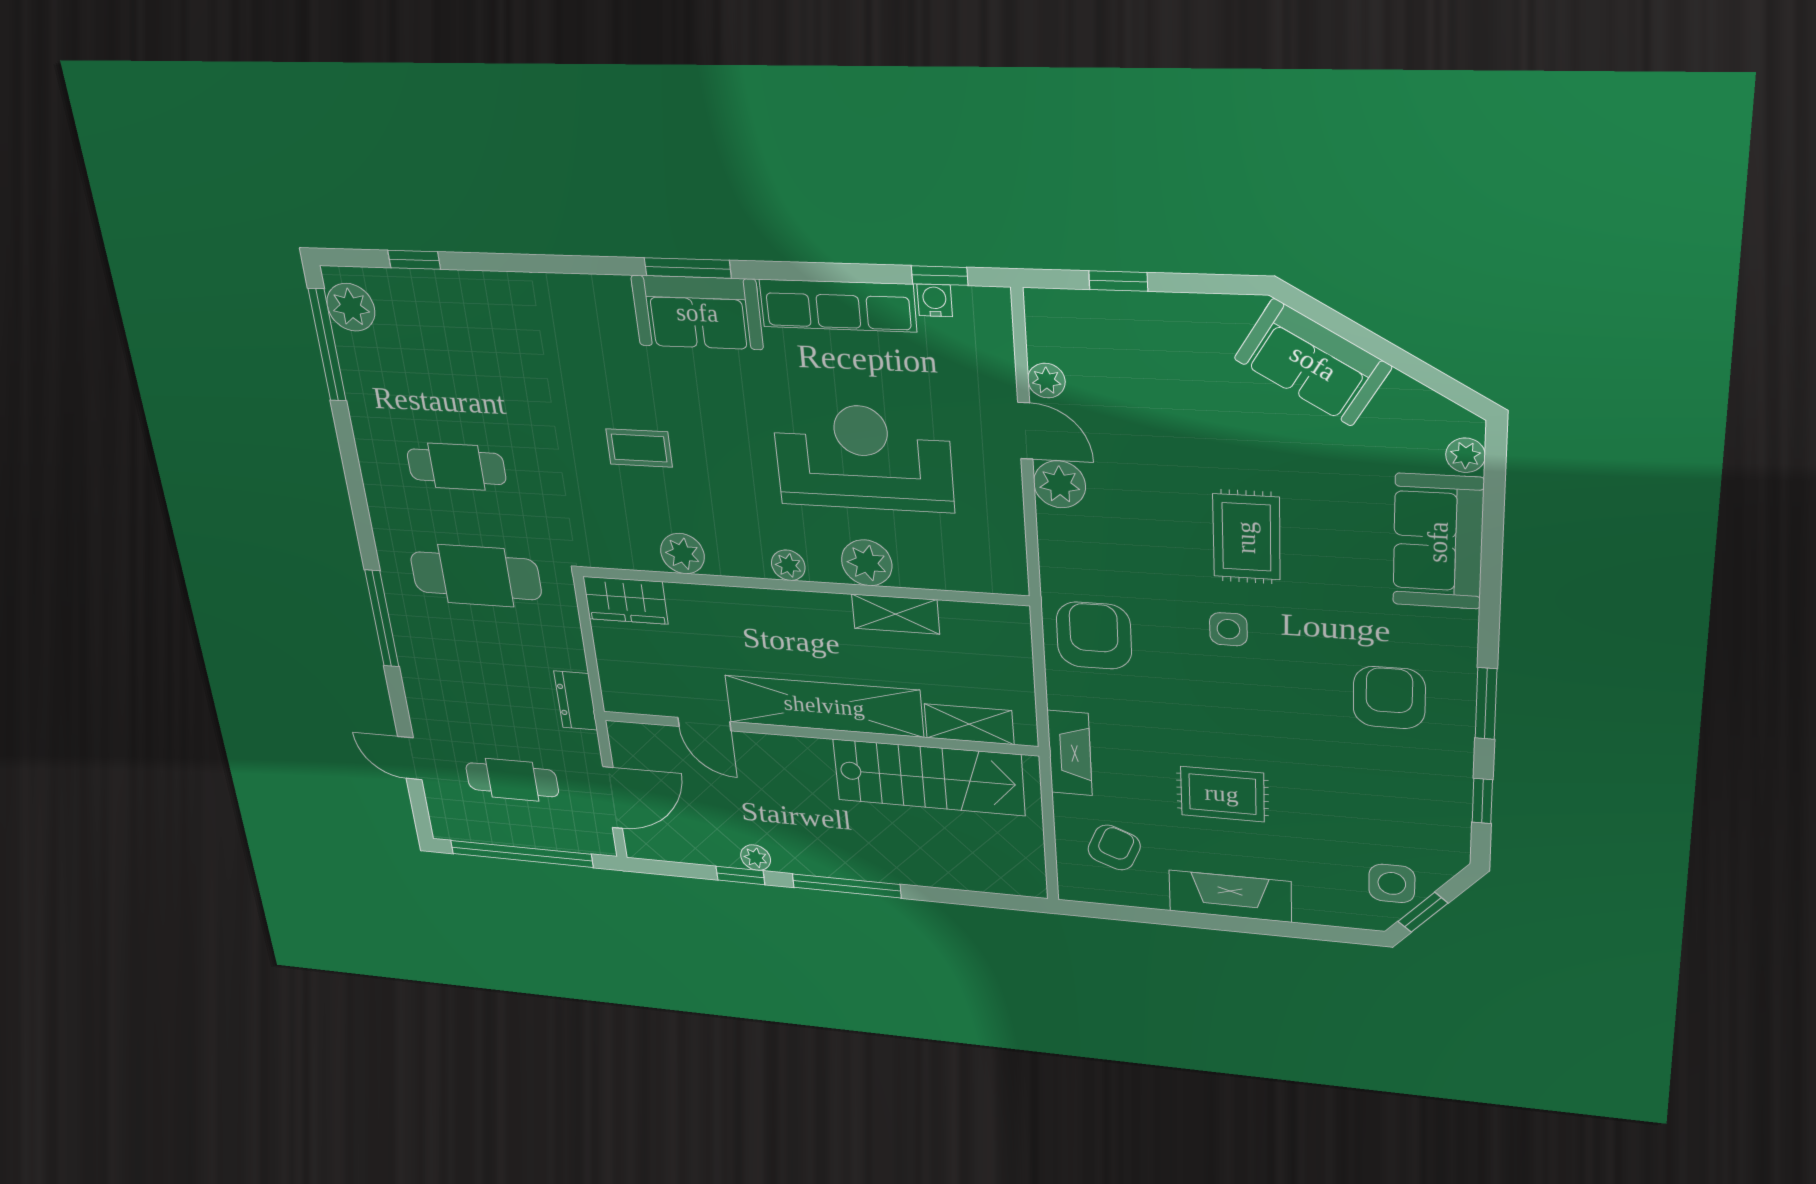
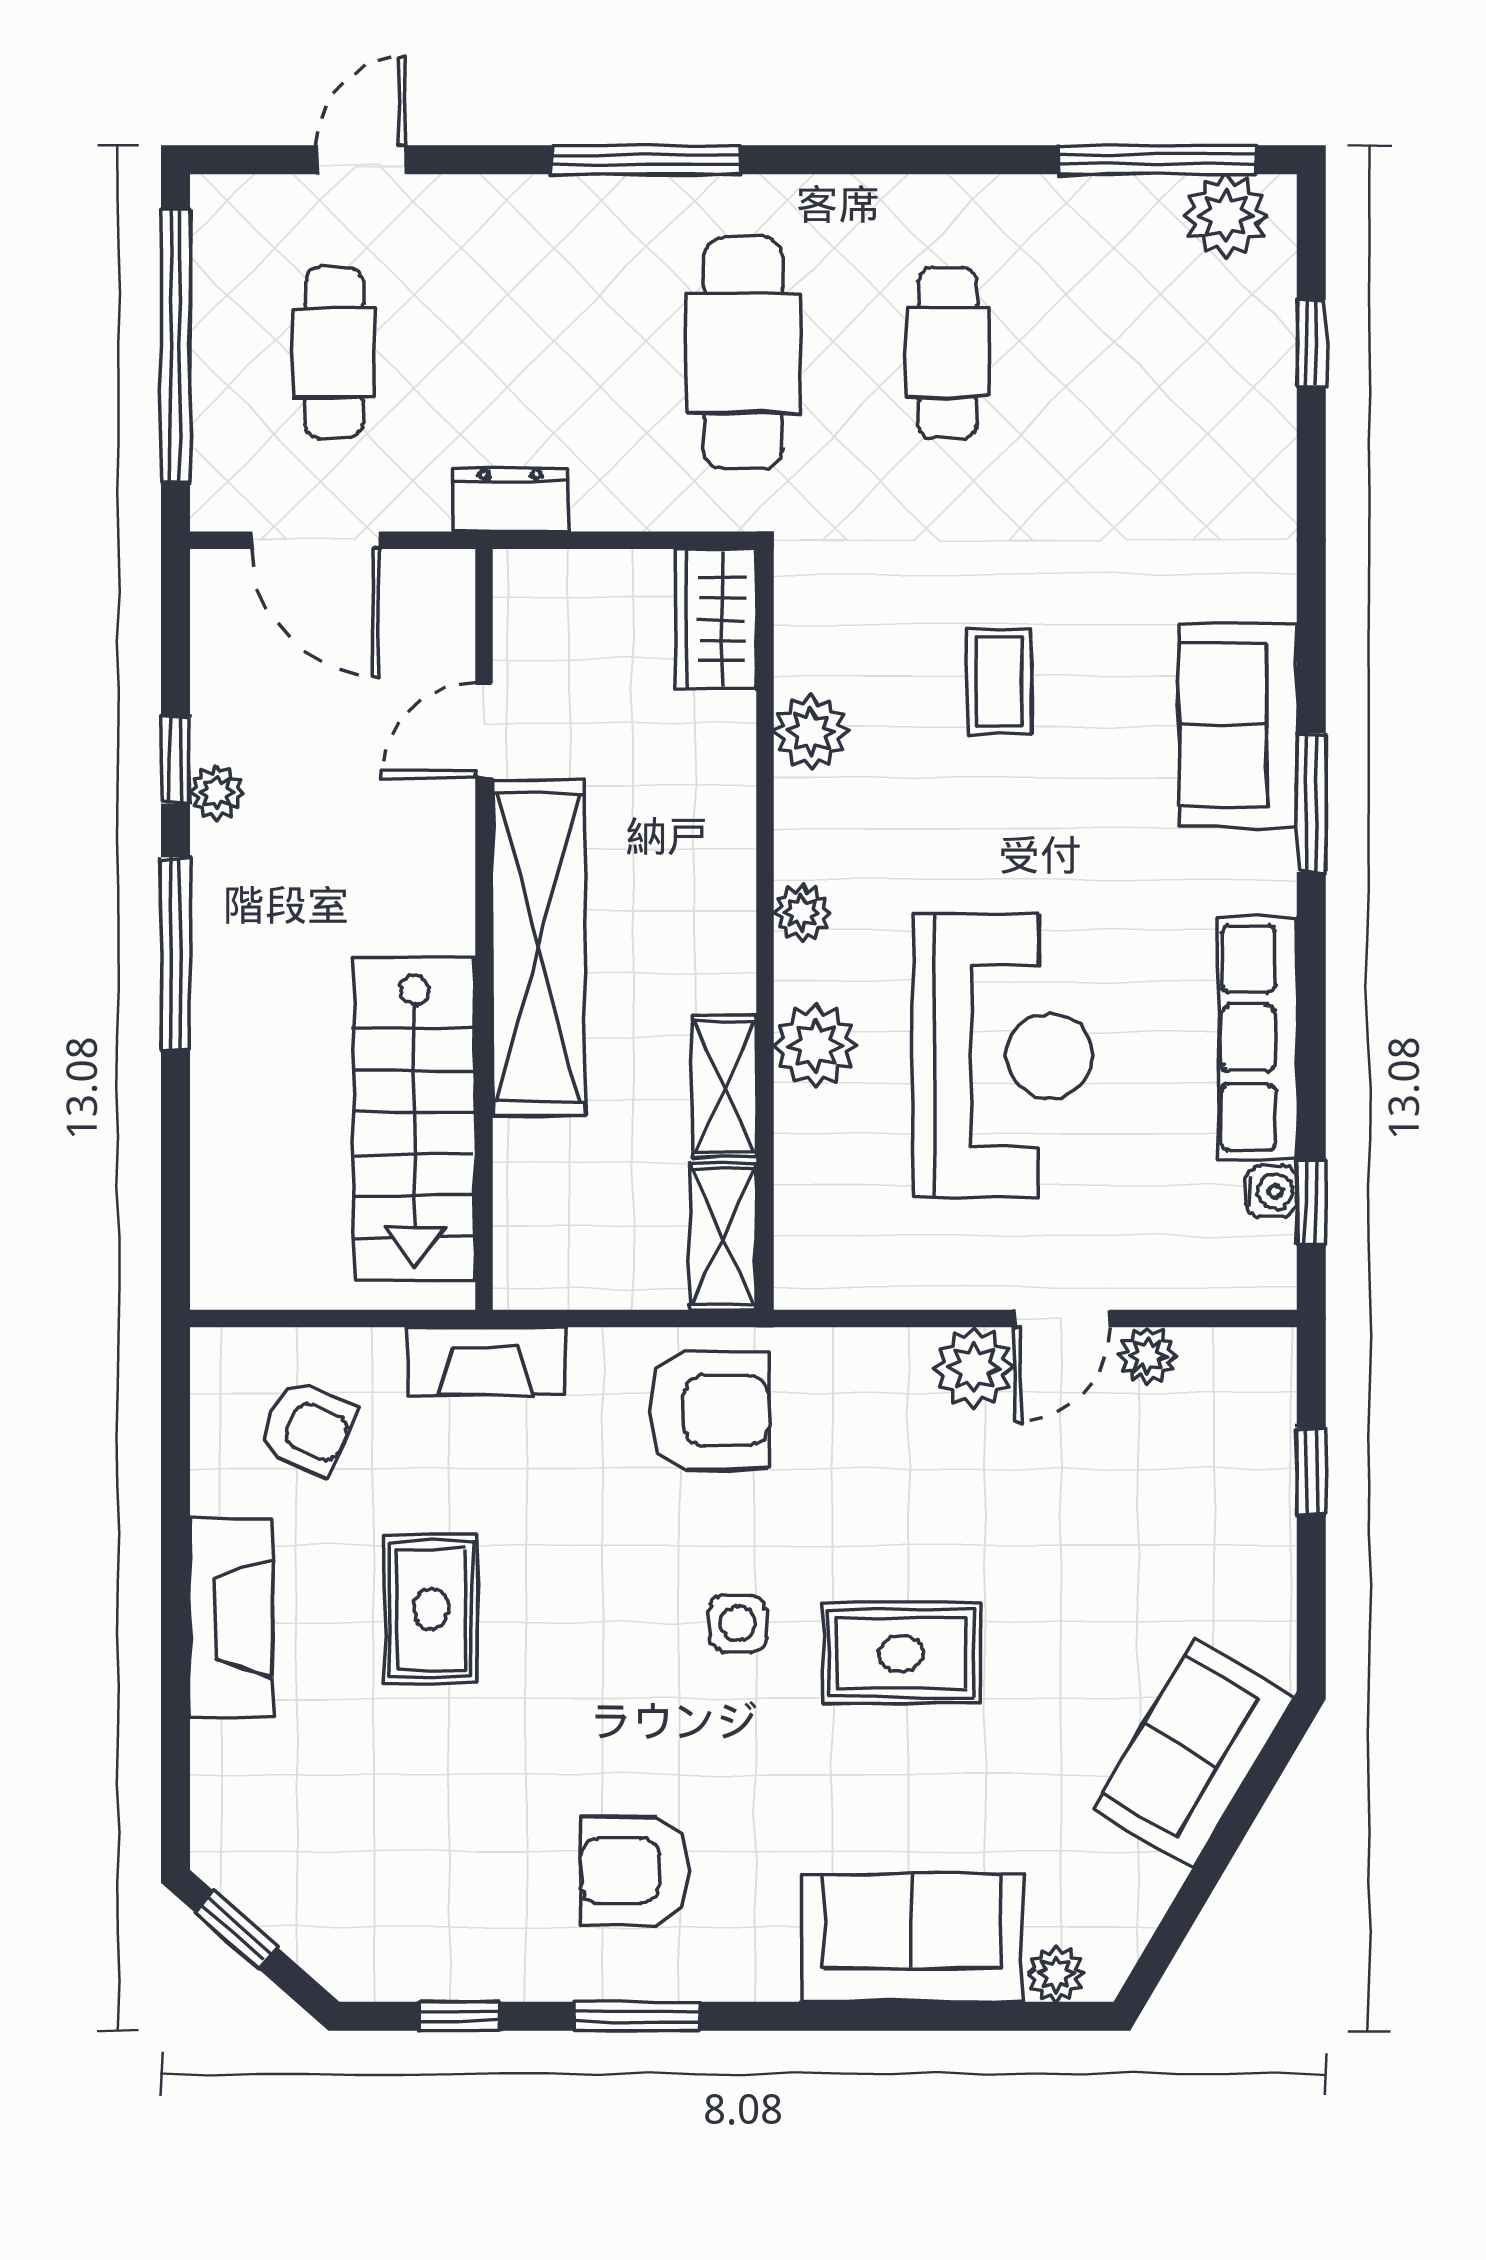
sofa: (697, 313) -> (1238, 725), moved
armchair: (1389, 698) -> (635, 1871), turned 180
shelving: (969, 724) -> (723, 1237), moved
side table: (1392, 883) -> (287, 1880), removed

